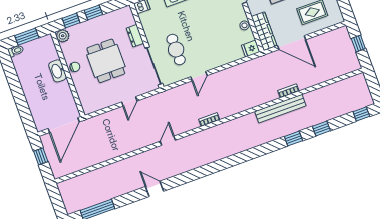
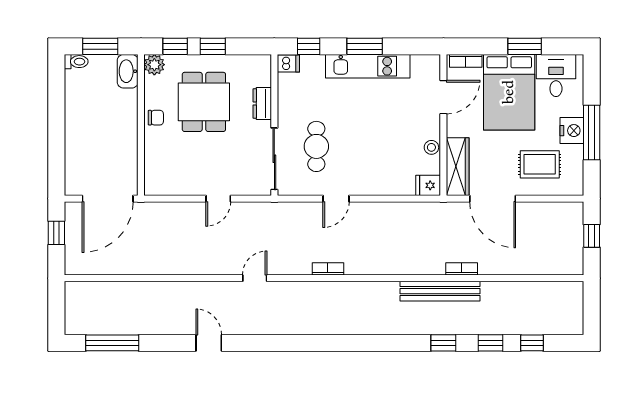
dining table: (106, 61) -> (204, 102), moved
washbasin: (57, 71) -> (128, 71), moved
window: (361, 114) -> (532, 343), moved

